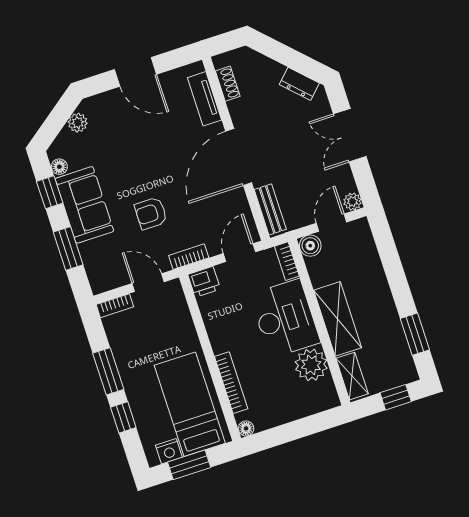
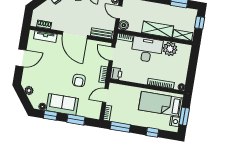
window: (108, 371) -> (120, 127), moved

